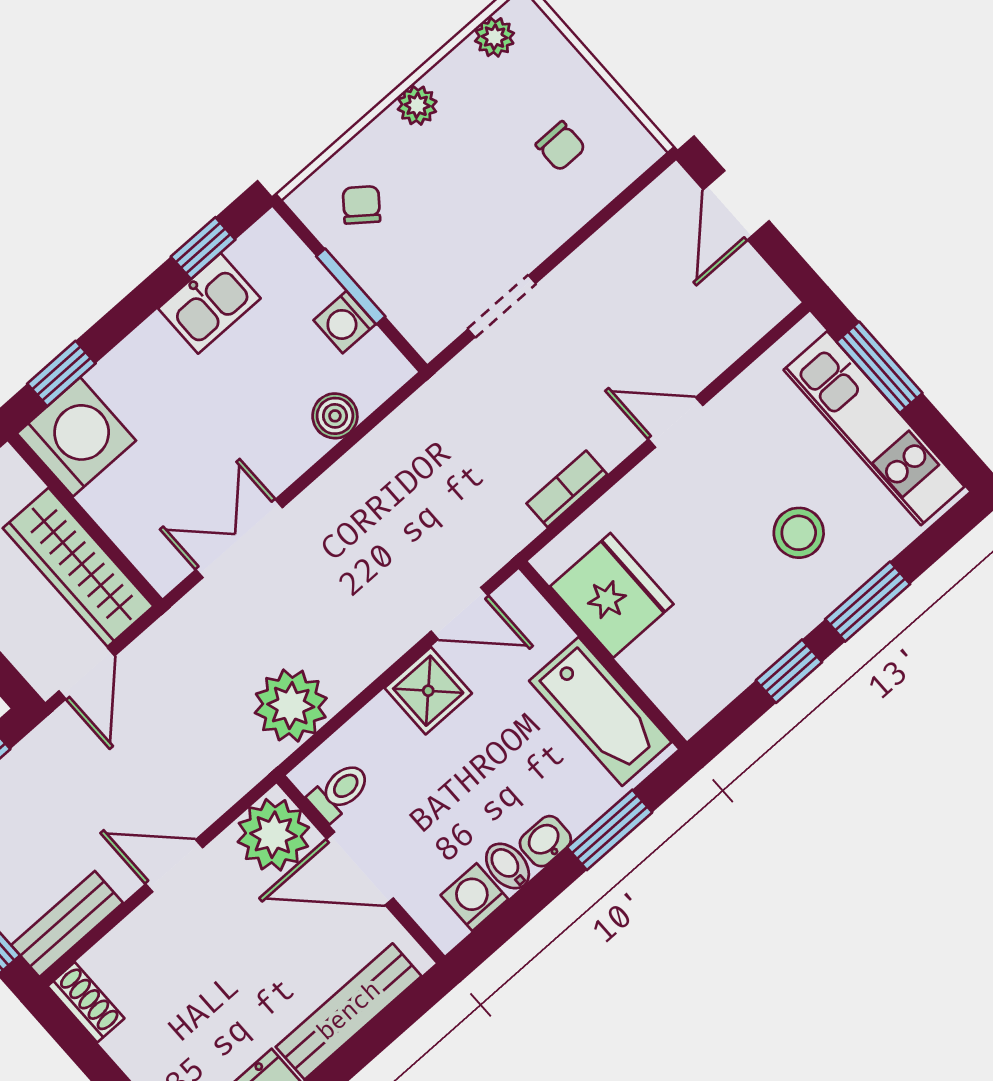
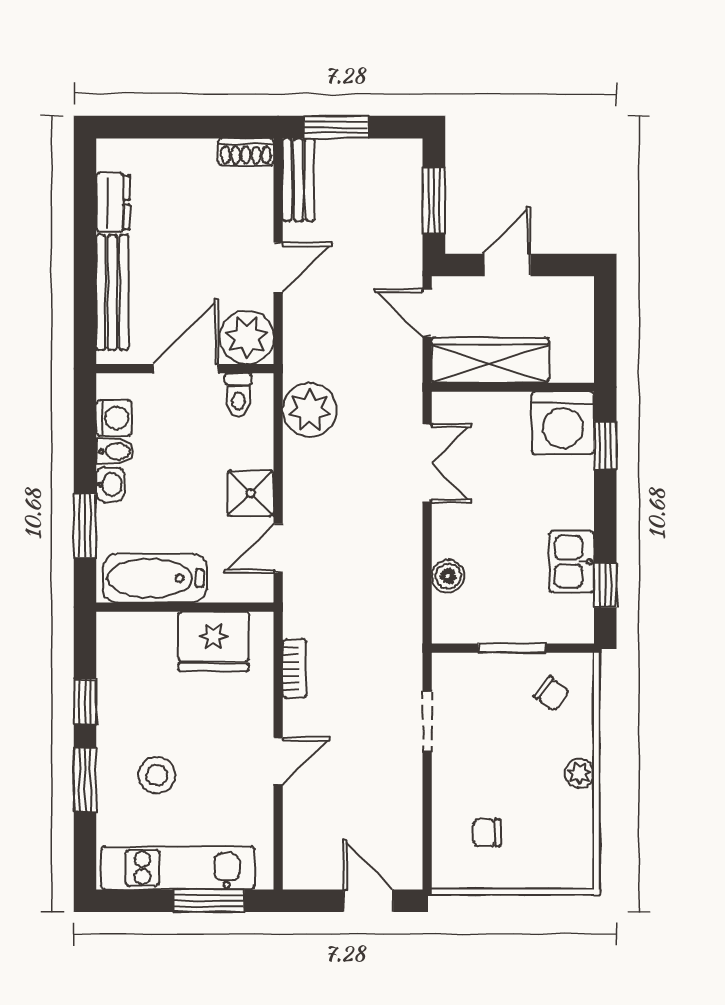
plant: (495, 37) -> (579, 849), removed
washing machine: (345, 322) -> (495, 627), removed

